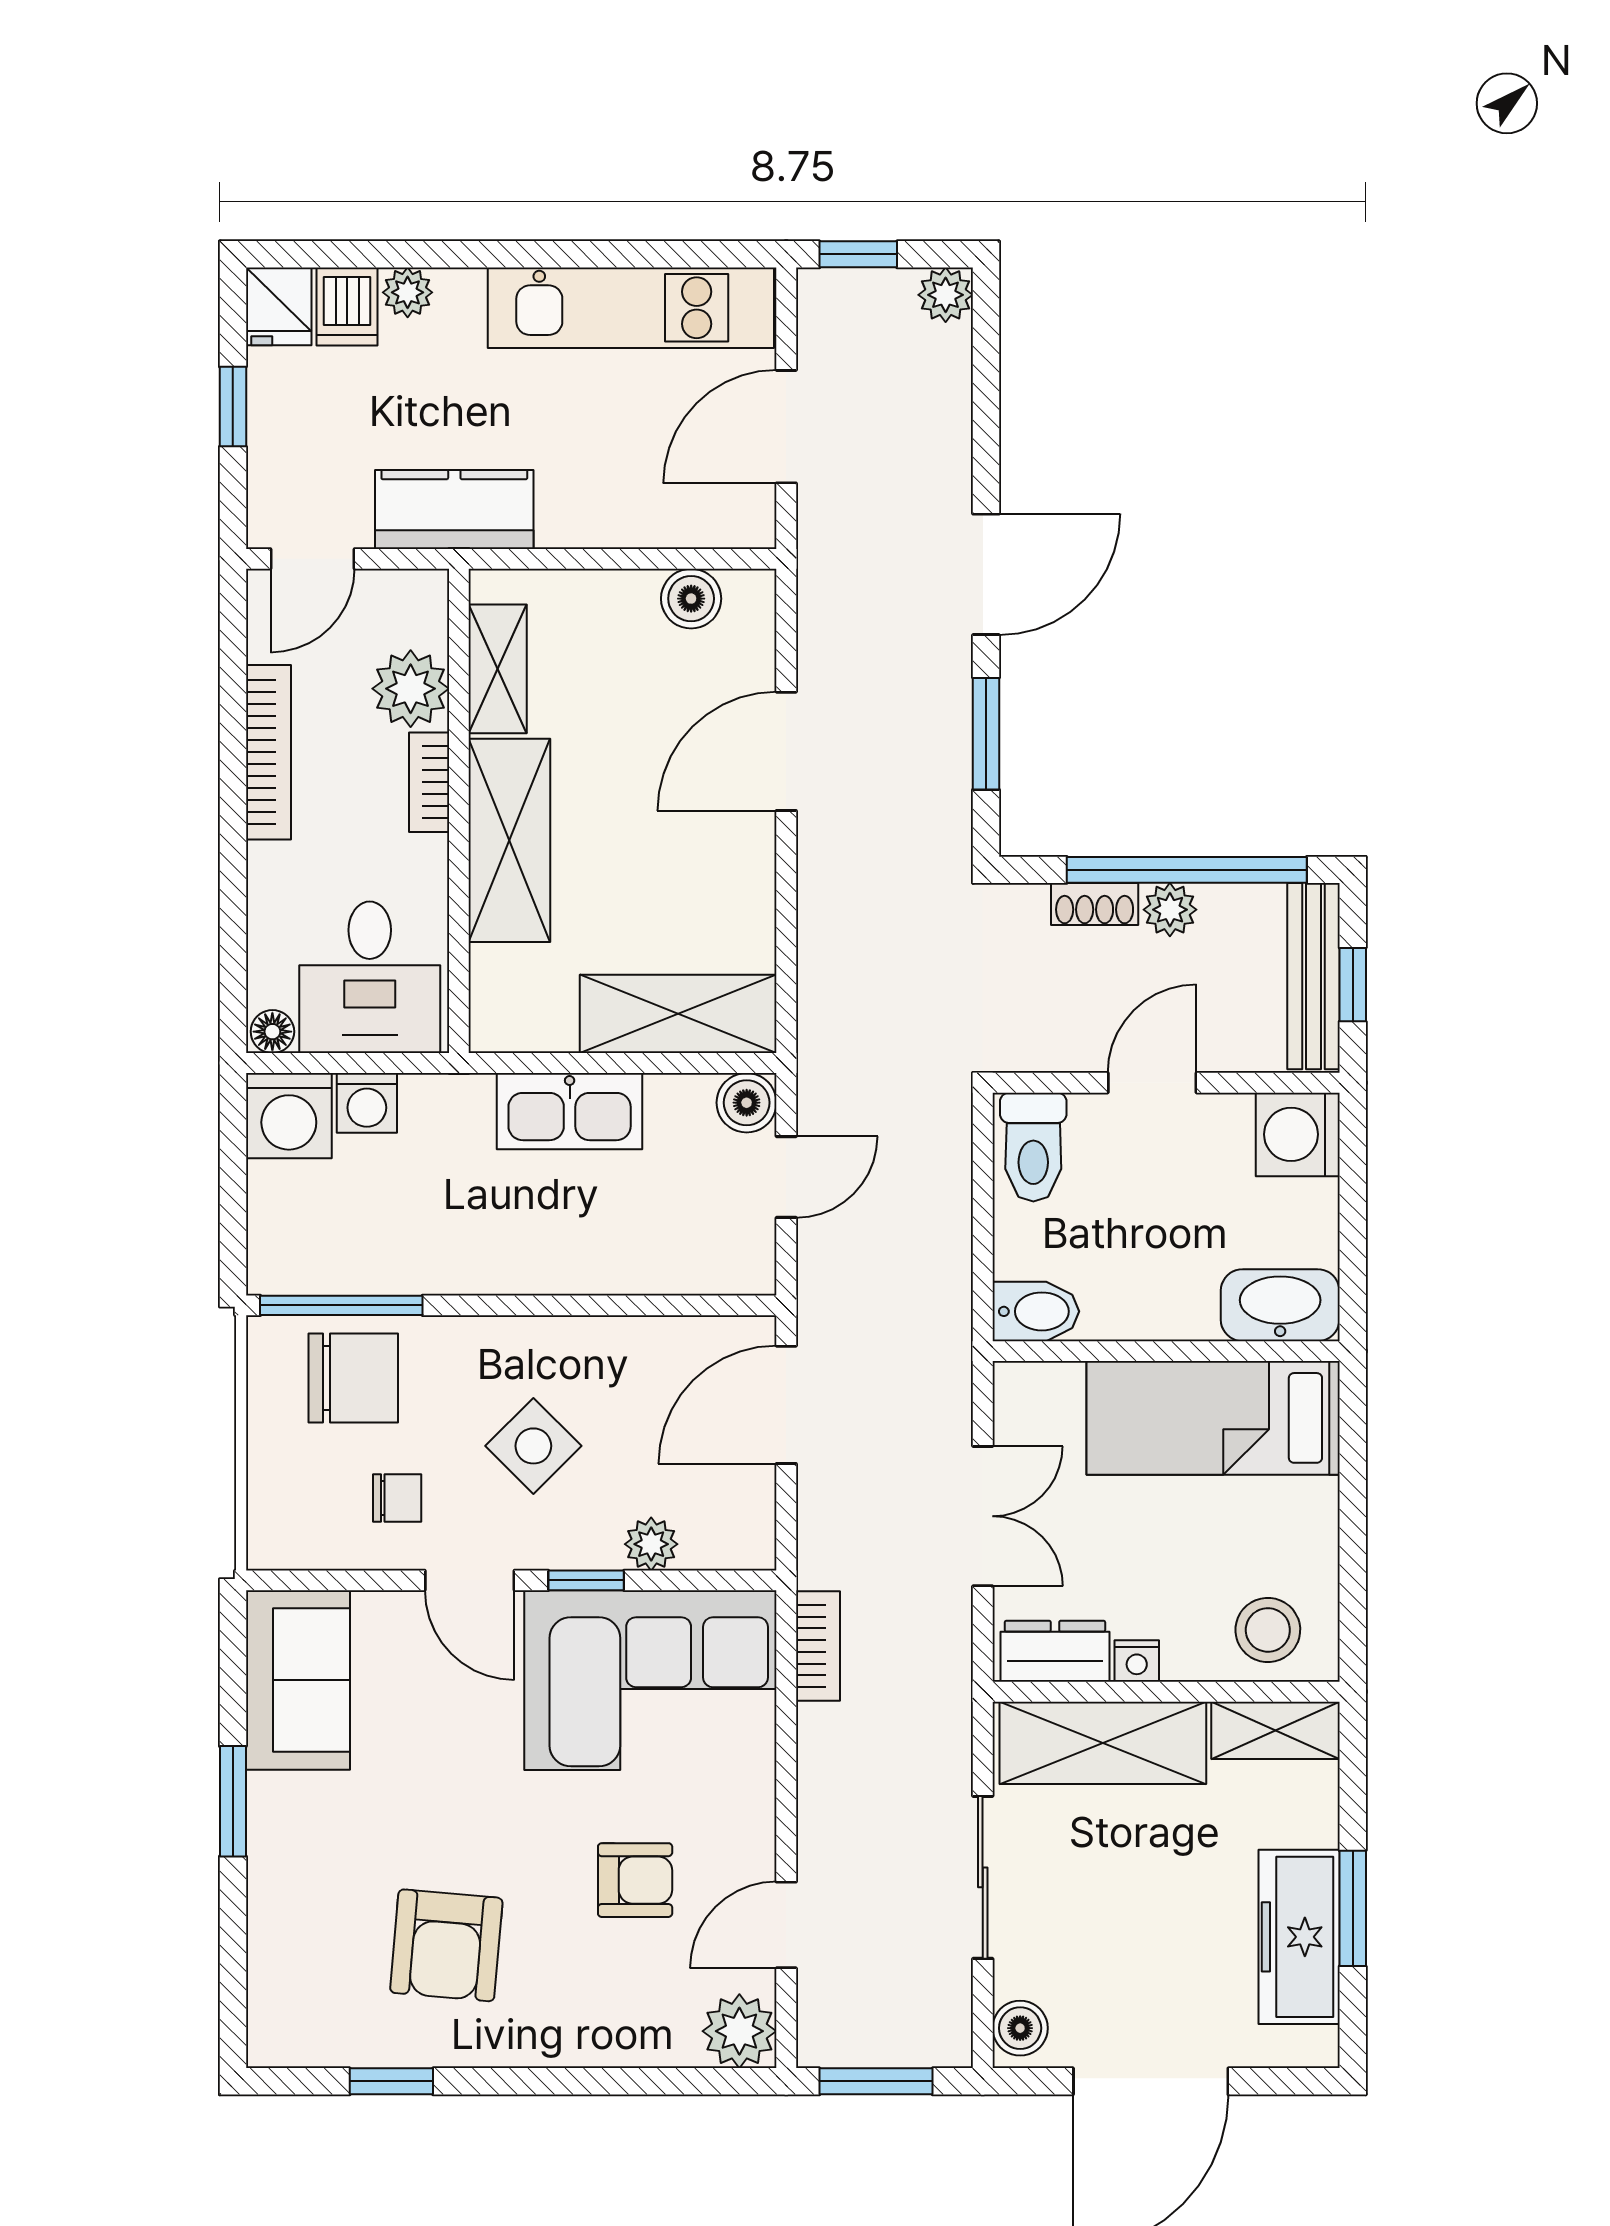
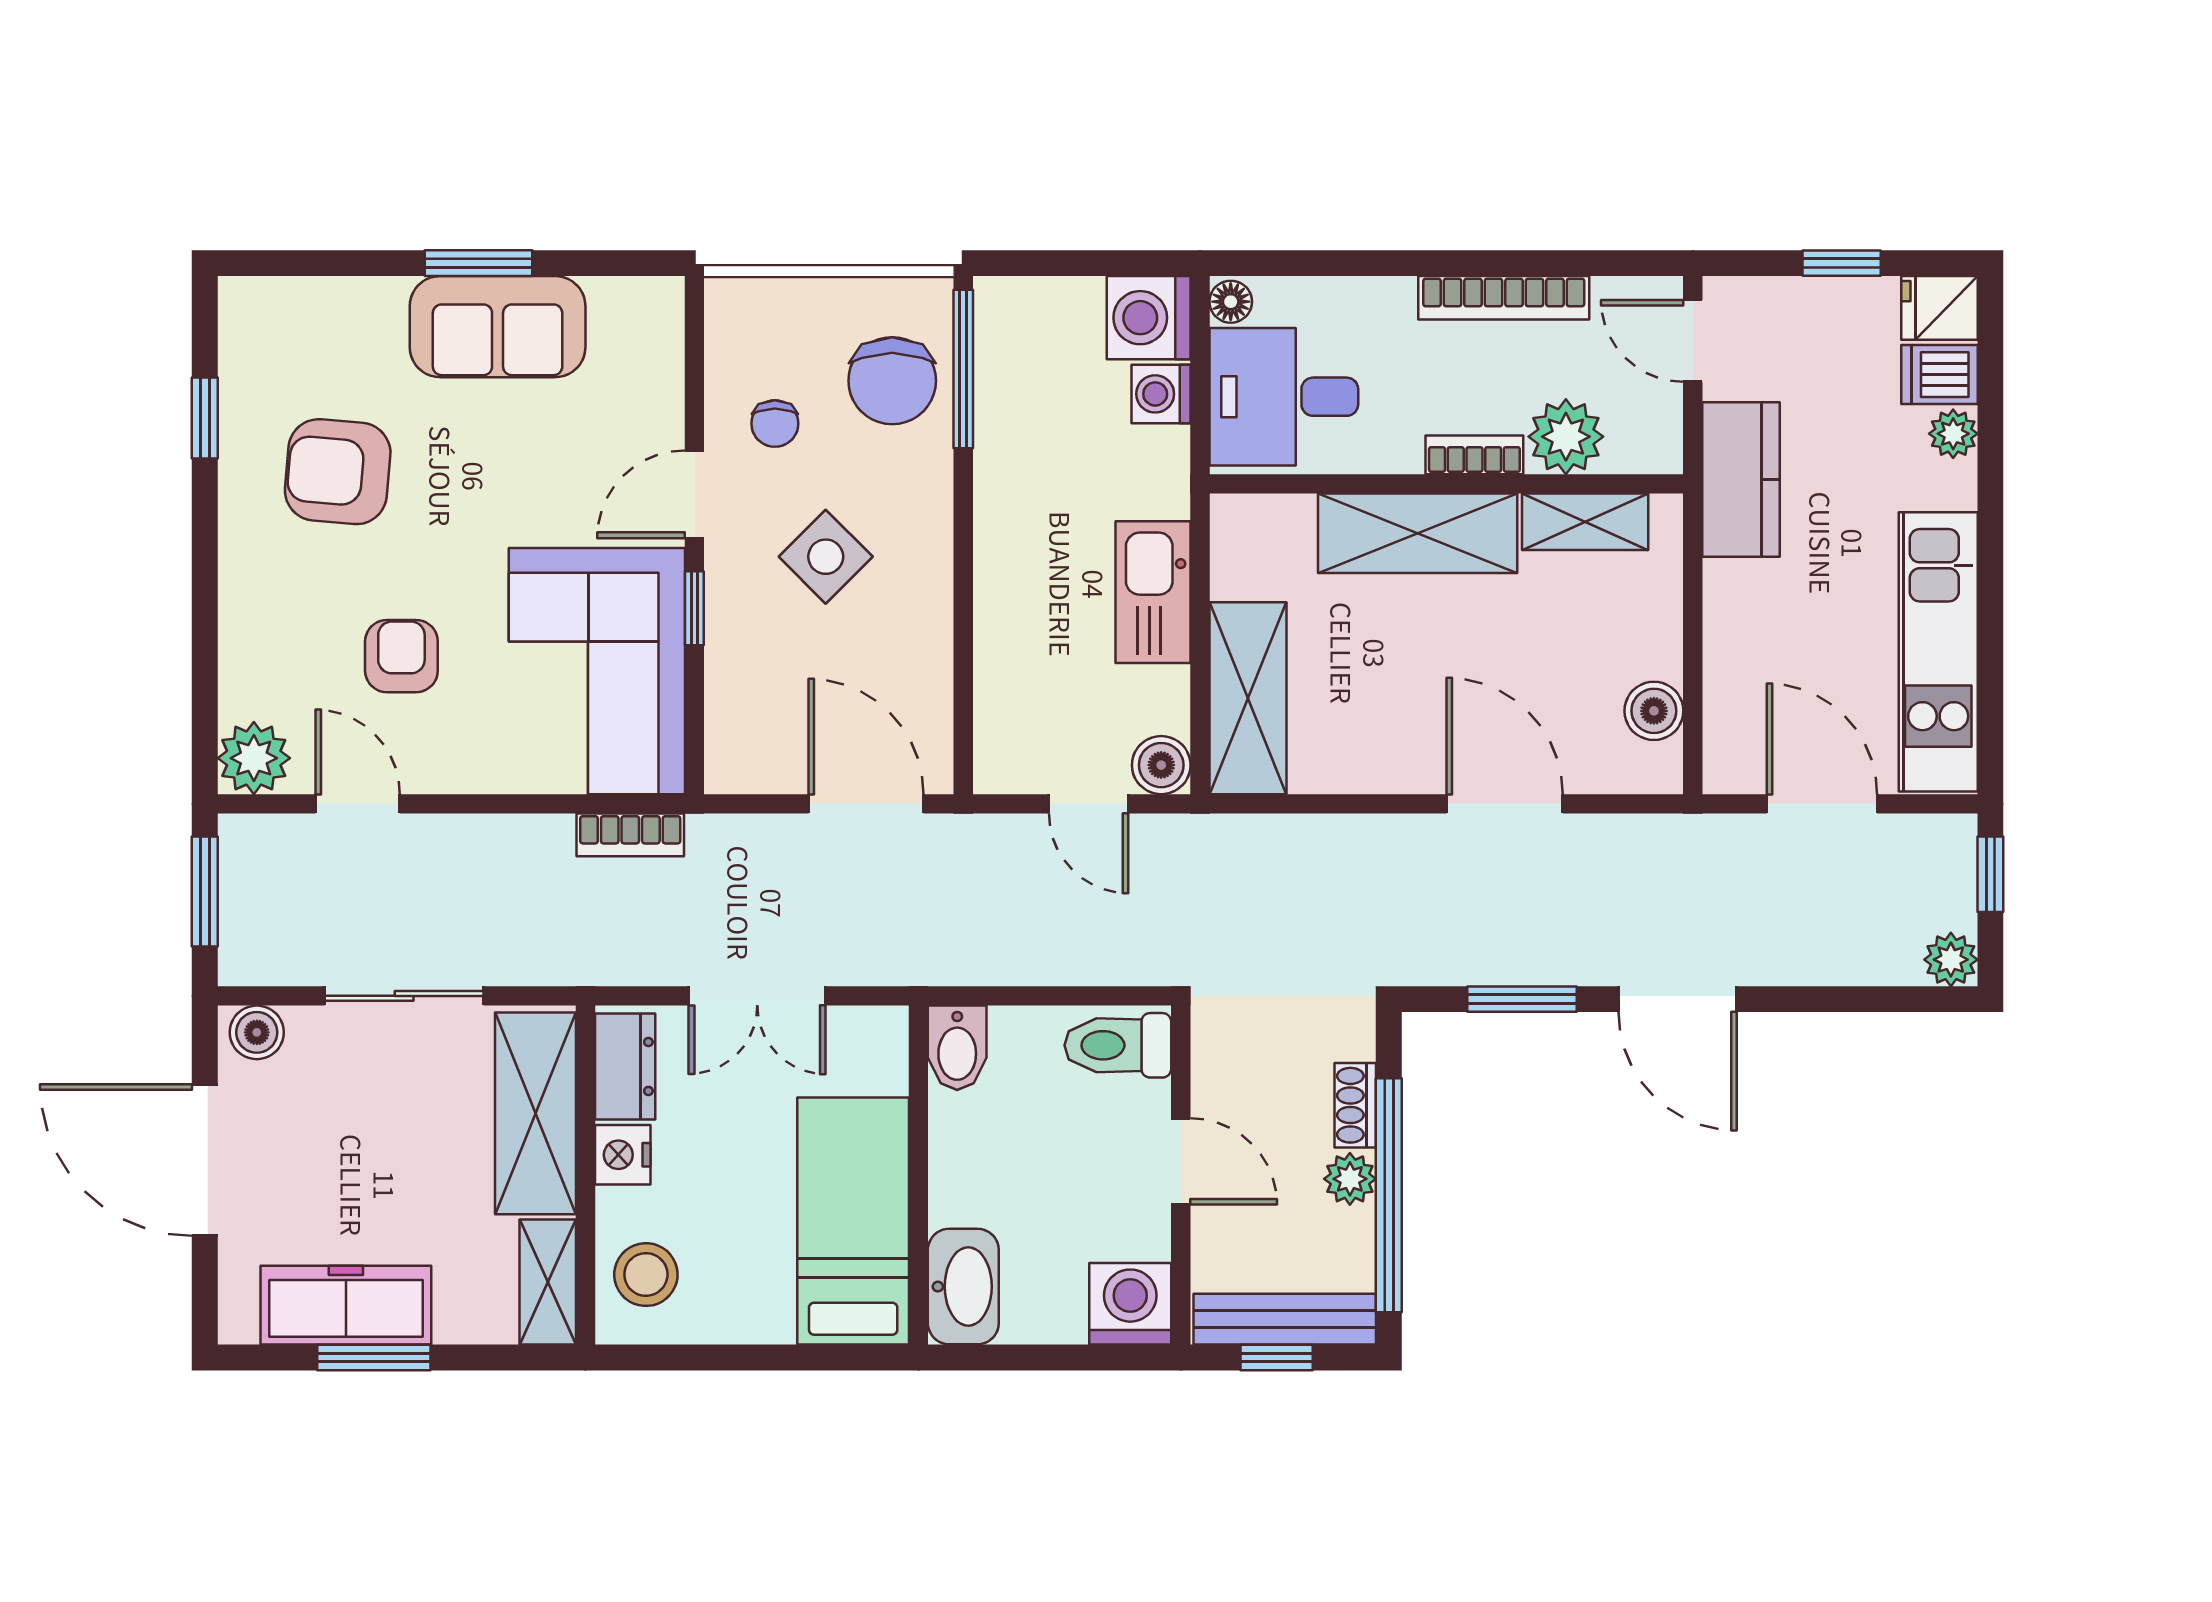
plant: (651, 1544) -> (730, 672), removed
nightstand: (1137, 1661) -> (623, 1155), width x1.39, depth x1.35
sofa: (298, 1680) -> (498, 327), moved
armchair: (635, 1880) -> (401, 656), turned 180

